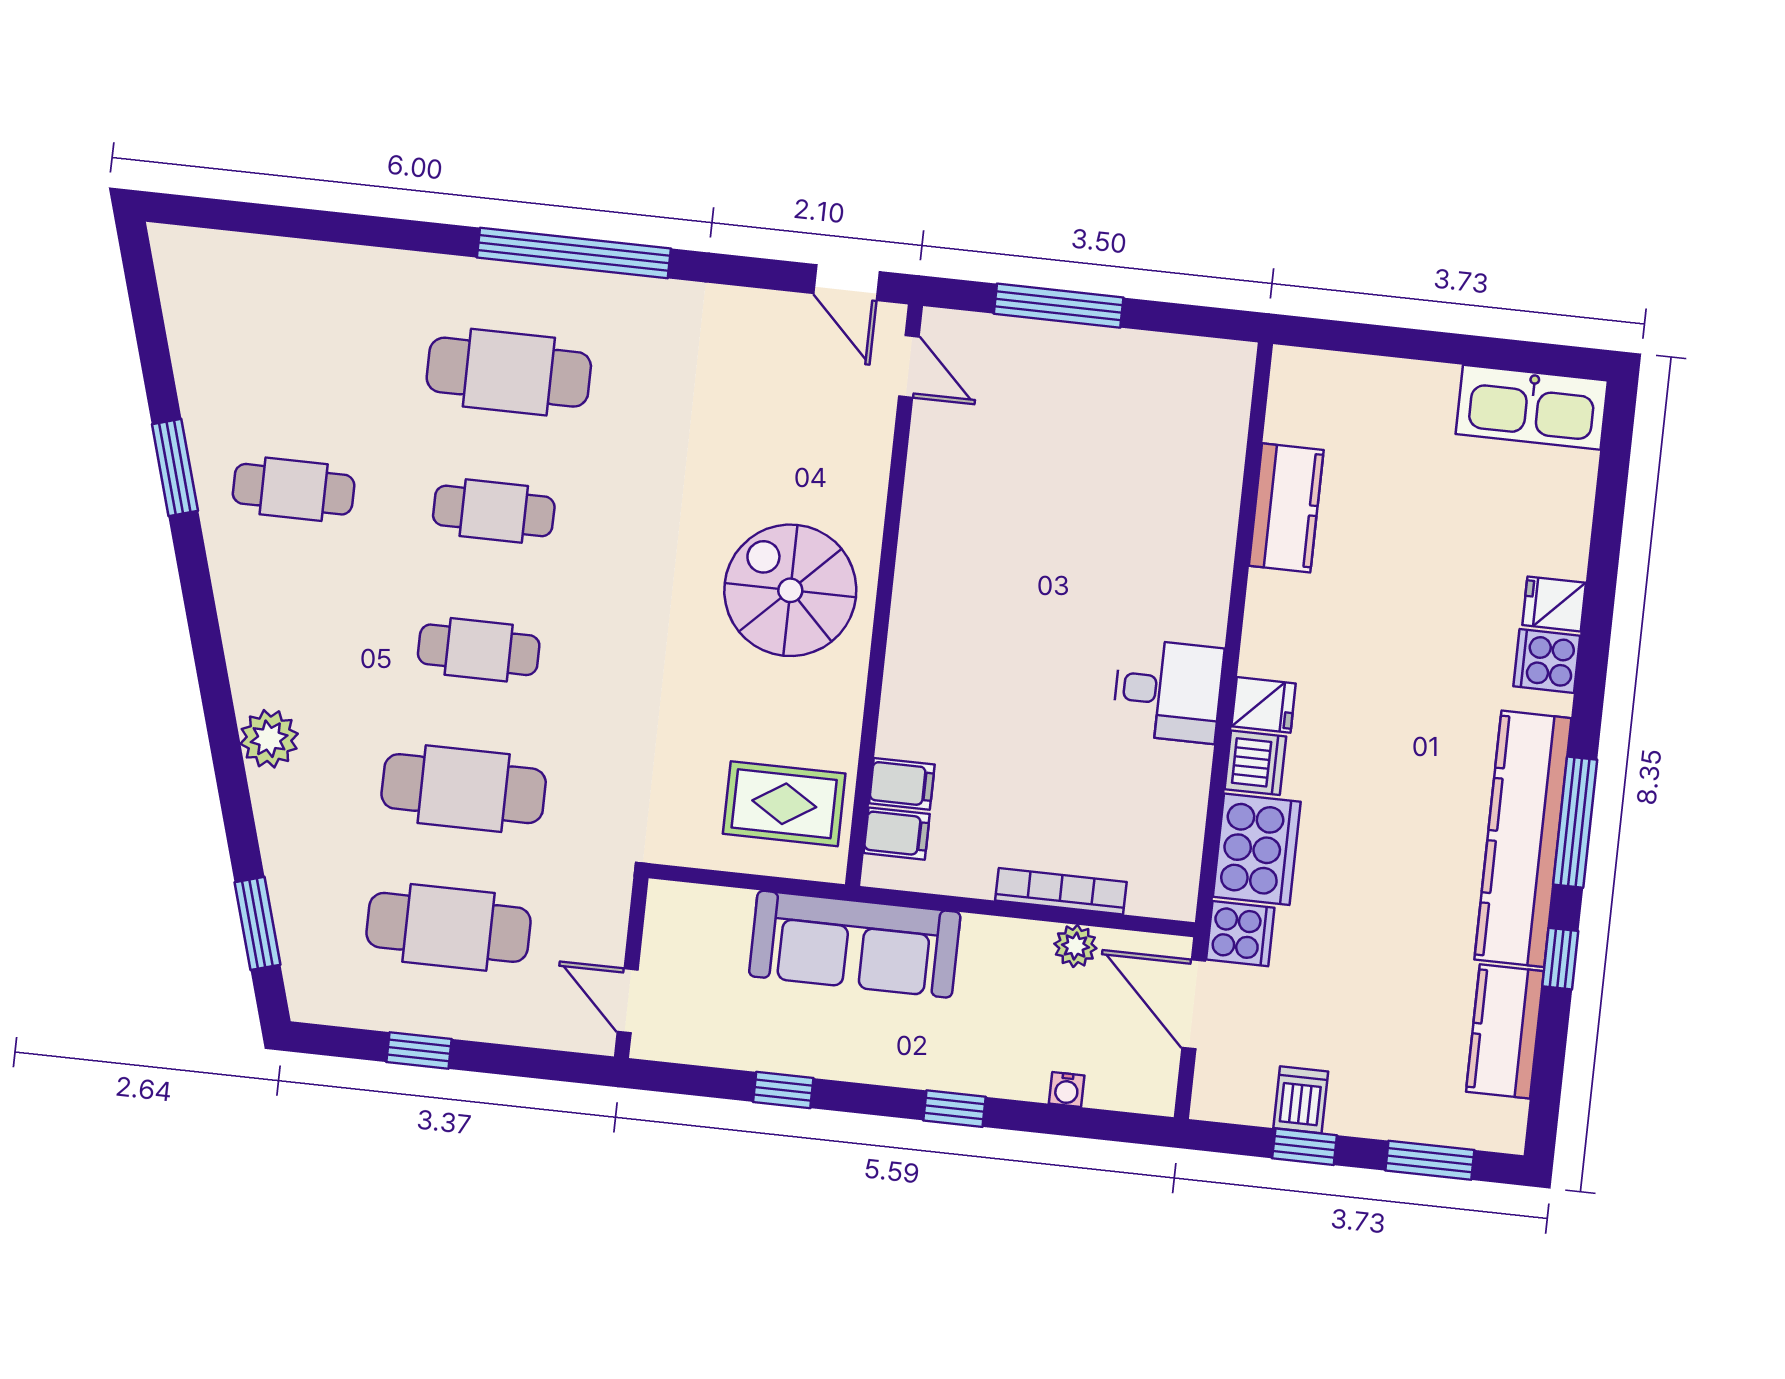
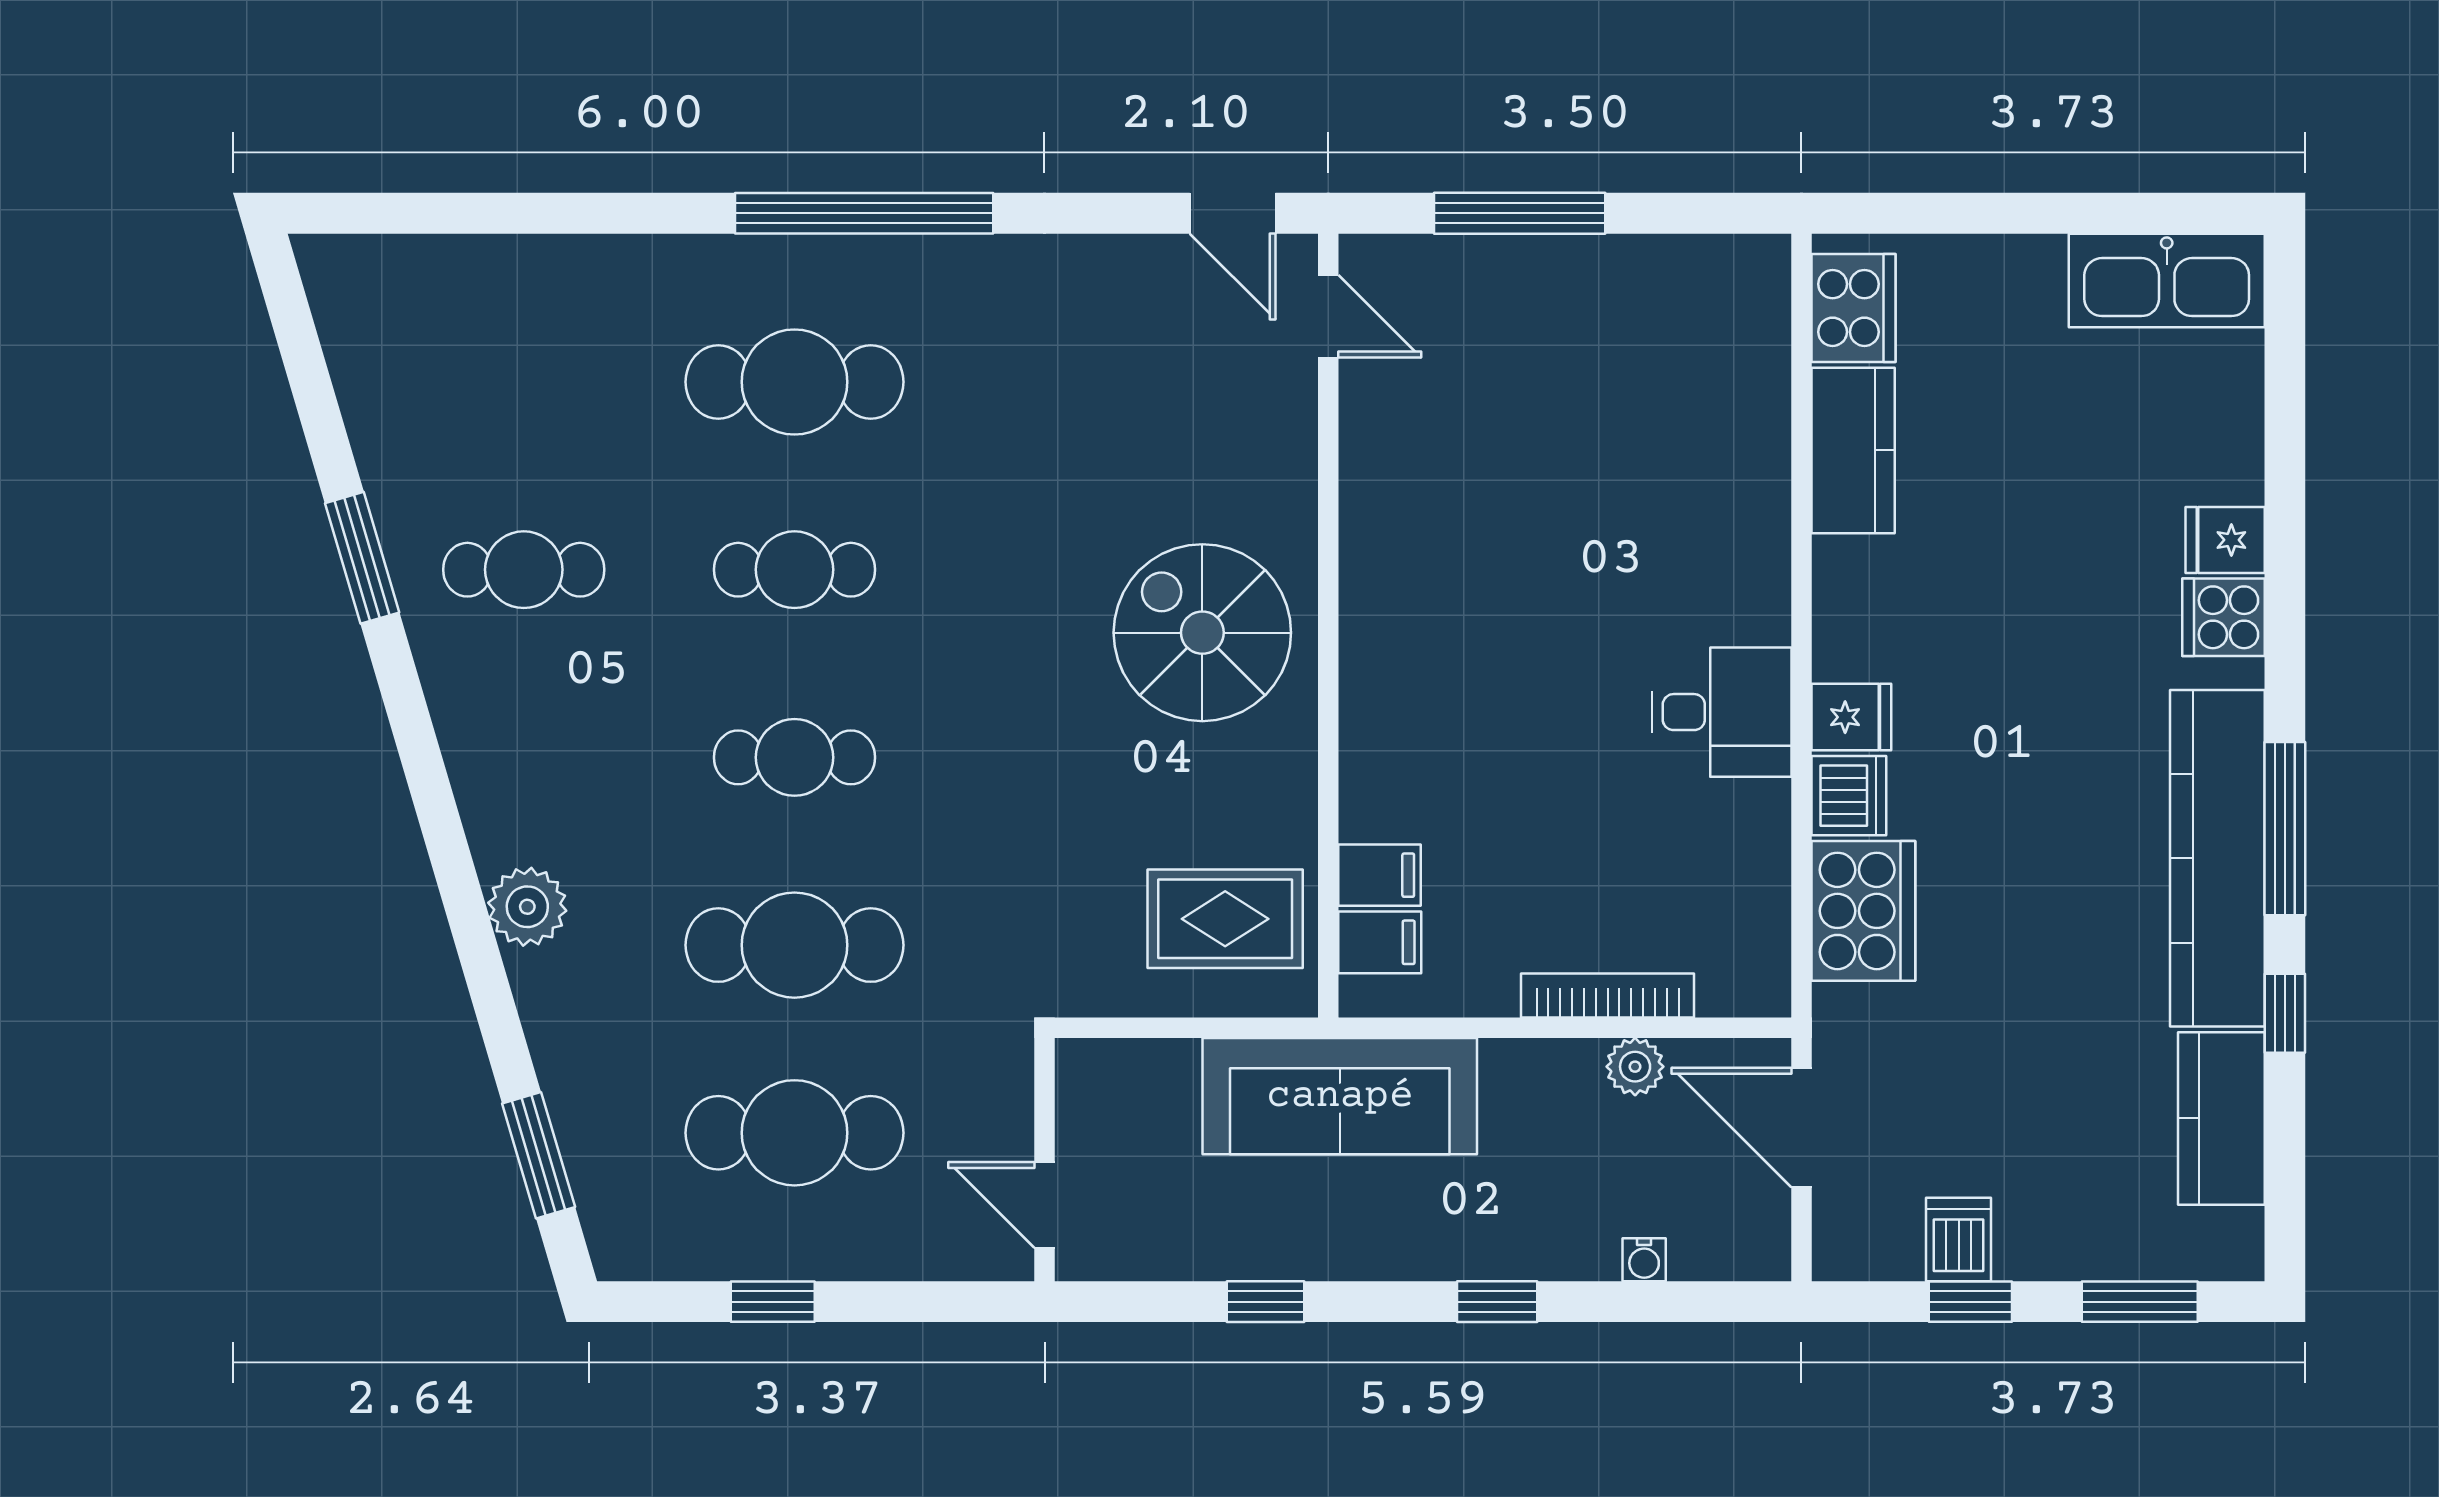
cooker: (1240, 934) -> (1853, 308), moved, width x1.36

